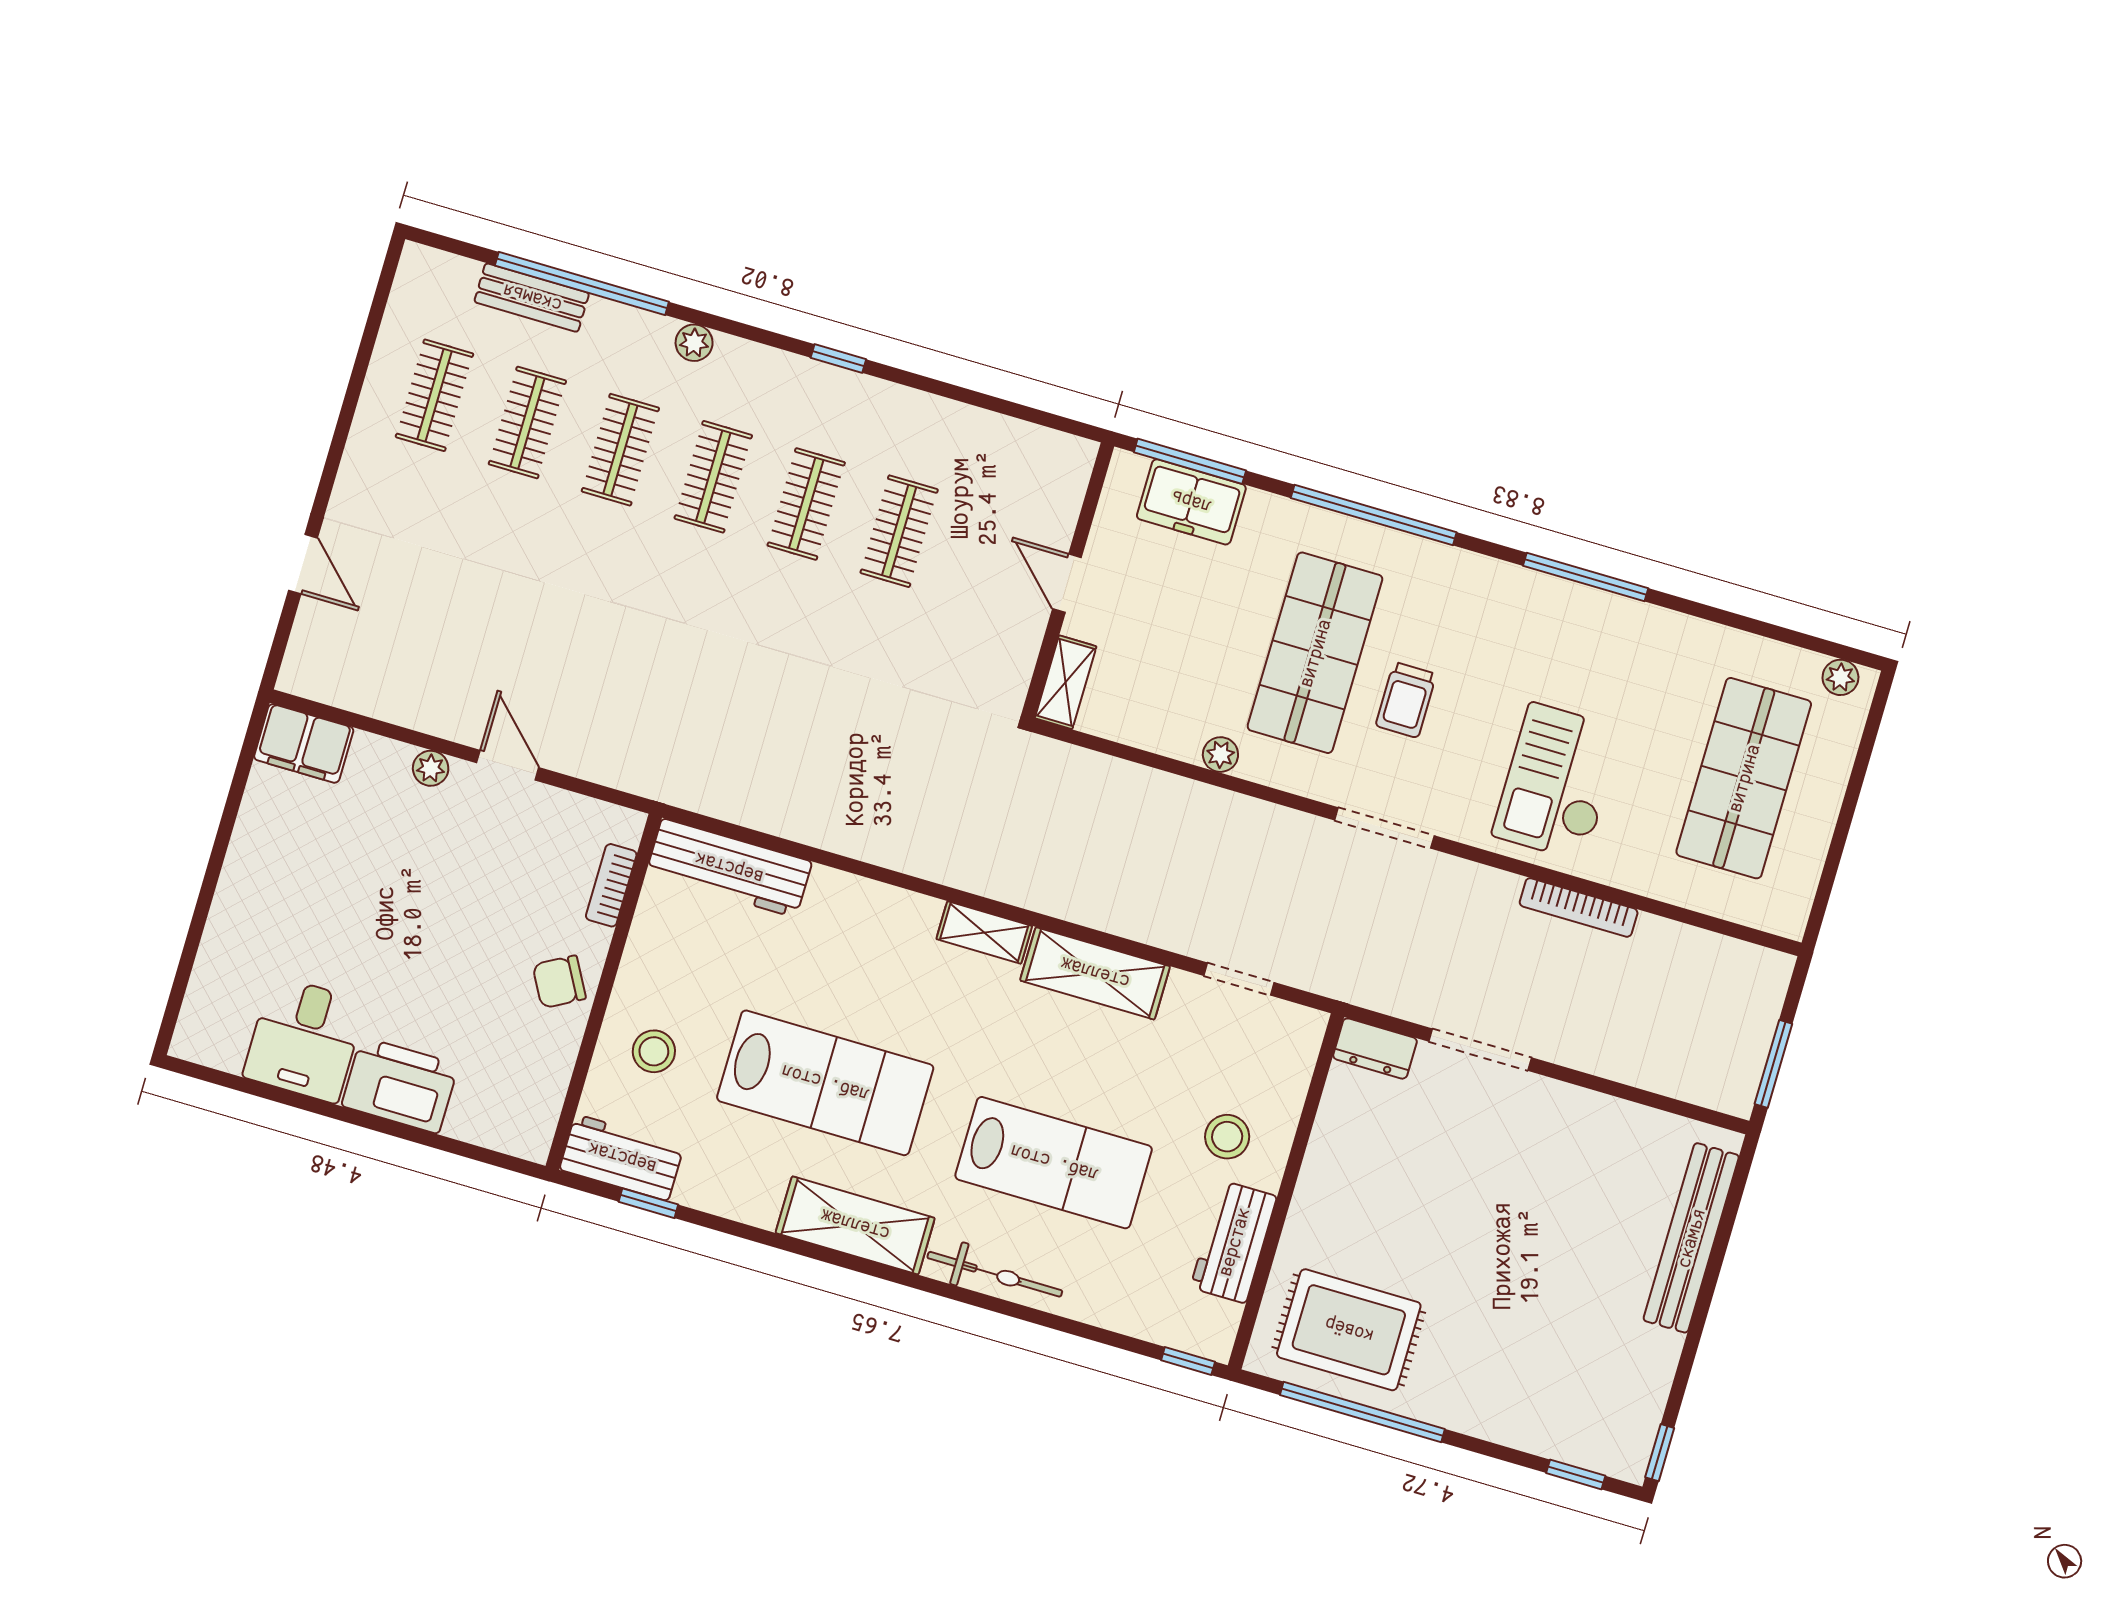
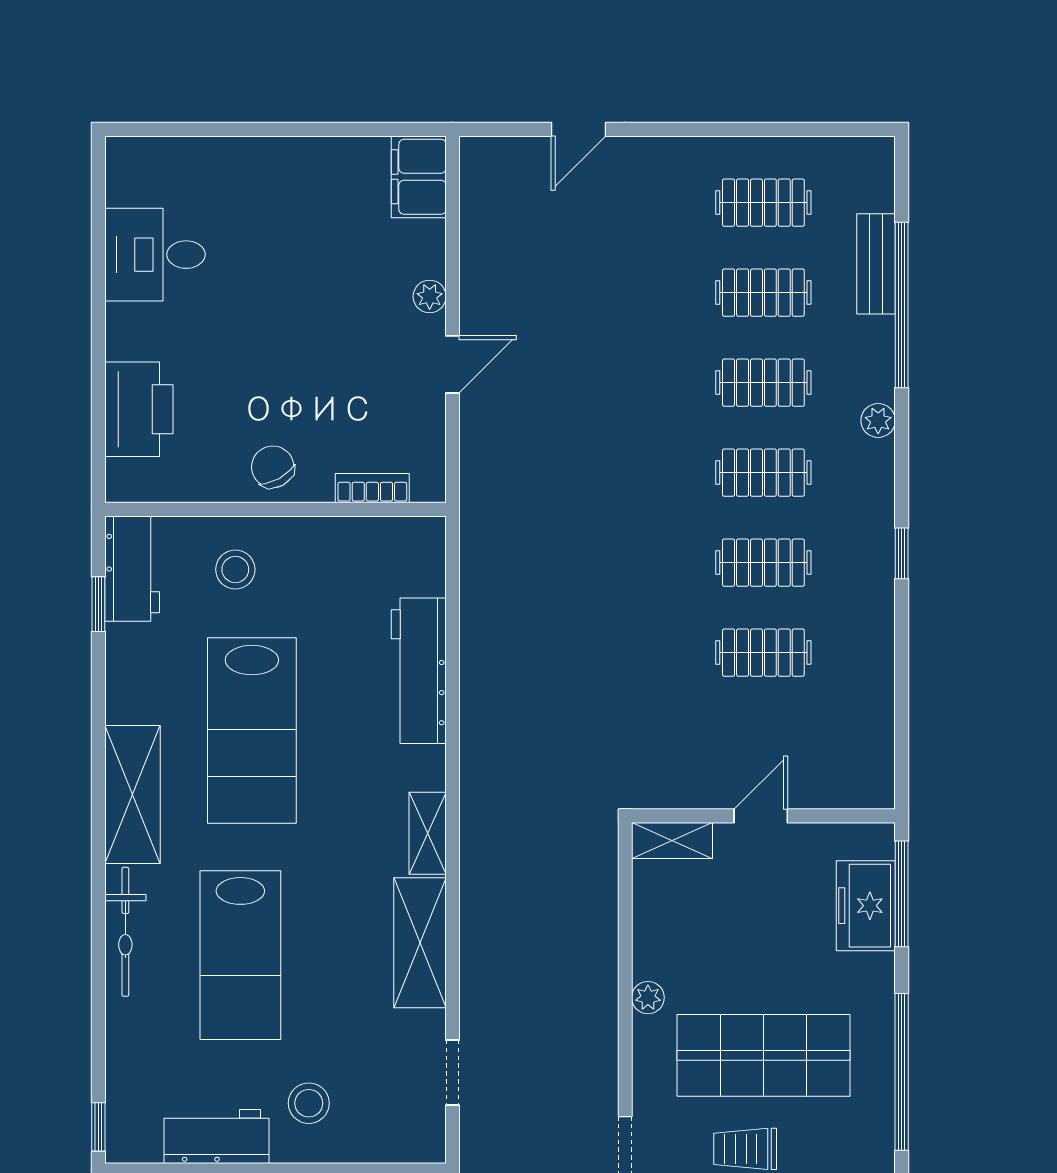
workbench: (729, 868) -> (419, 671), moved
printer: (400, 1085) -> (139, 409), moved

